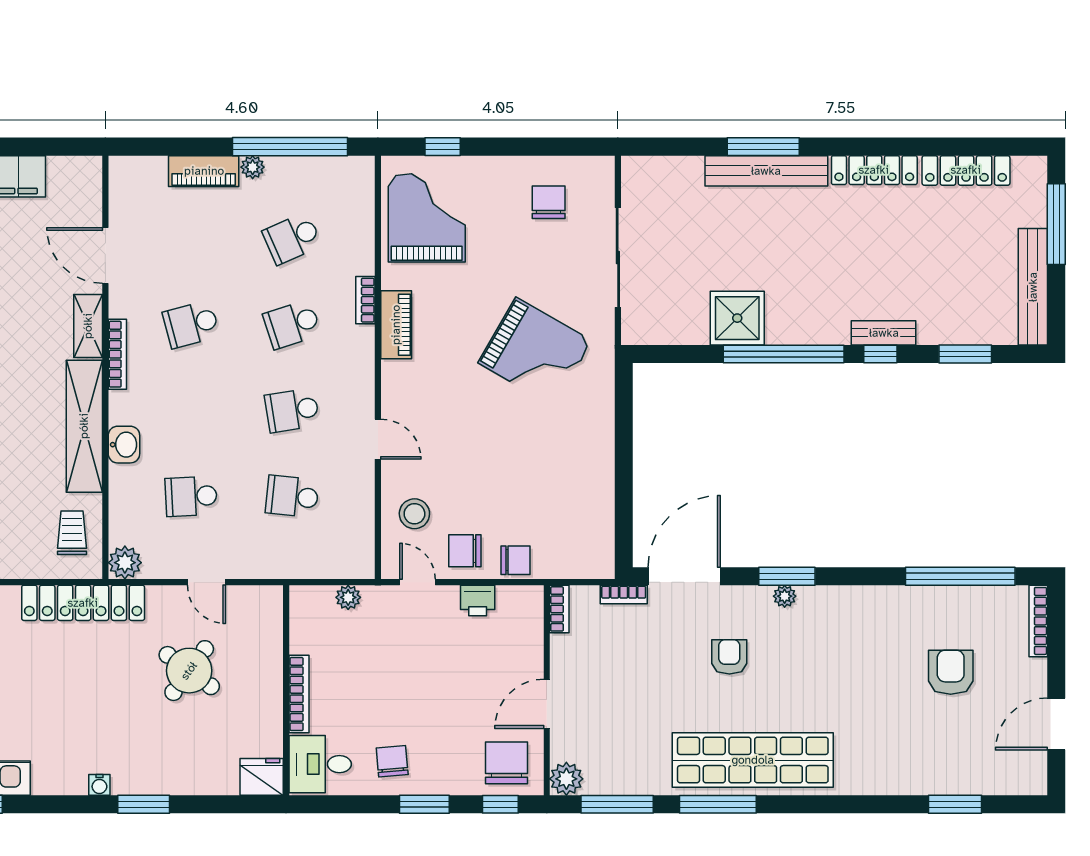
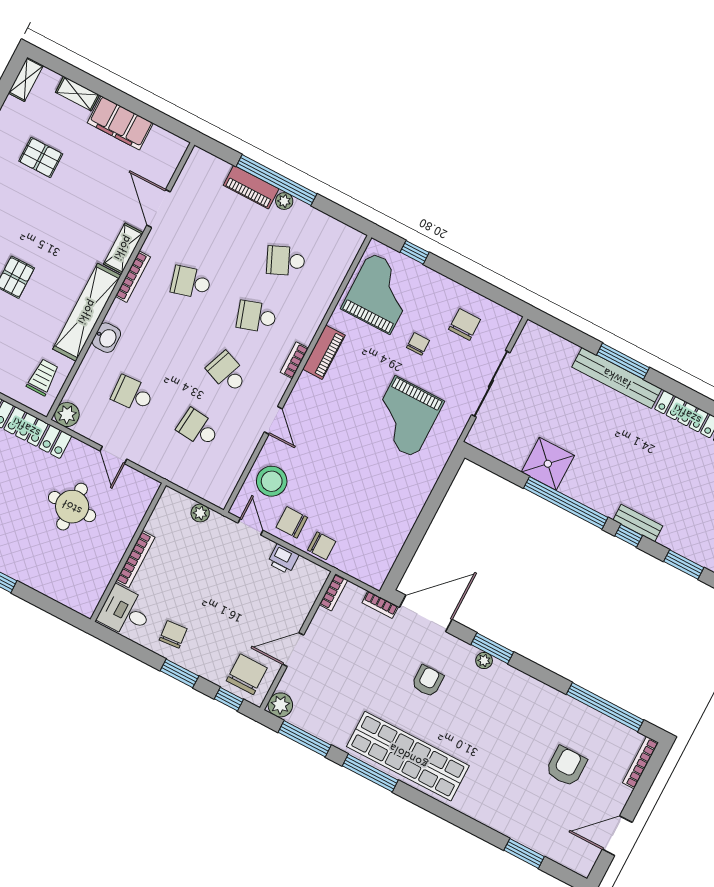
window: (290, 147) -> (277, 180), moved
chair: (505, 255) -> (418, 344), added
bookcase: (365, 300) -> (294, 360), moved
grand piano: (535, 352) -> (405, 417), turned 60
school desk: (292, 410) -> (227, 372), turned 30
stool: (414, 514) -> (272, 481), width x1.38, depth x1.38
round table: (189, 671) -> (72, 507), turned -36
fridge: (262, 777) -> (83, 600), removed

